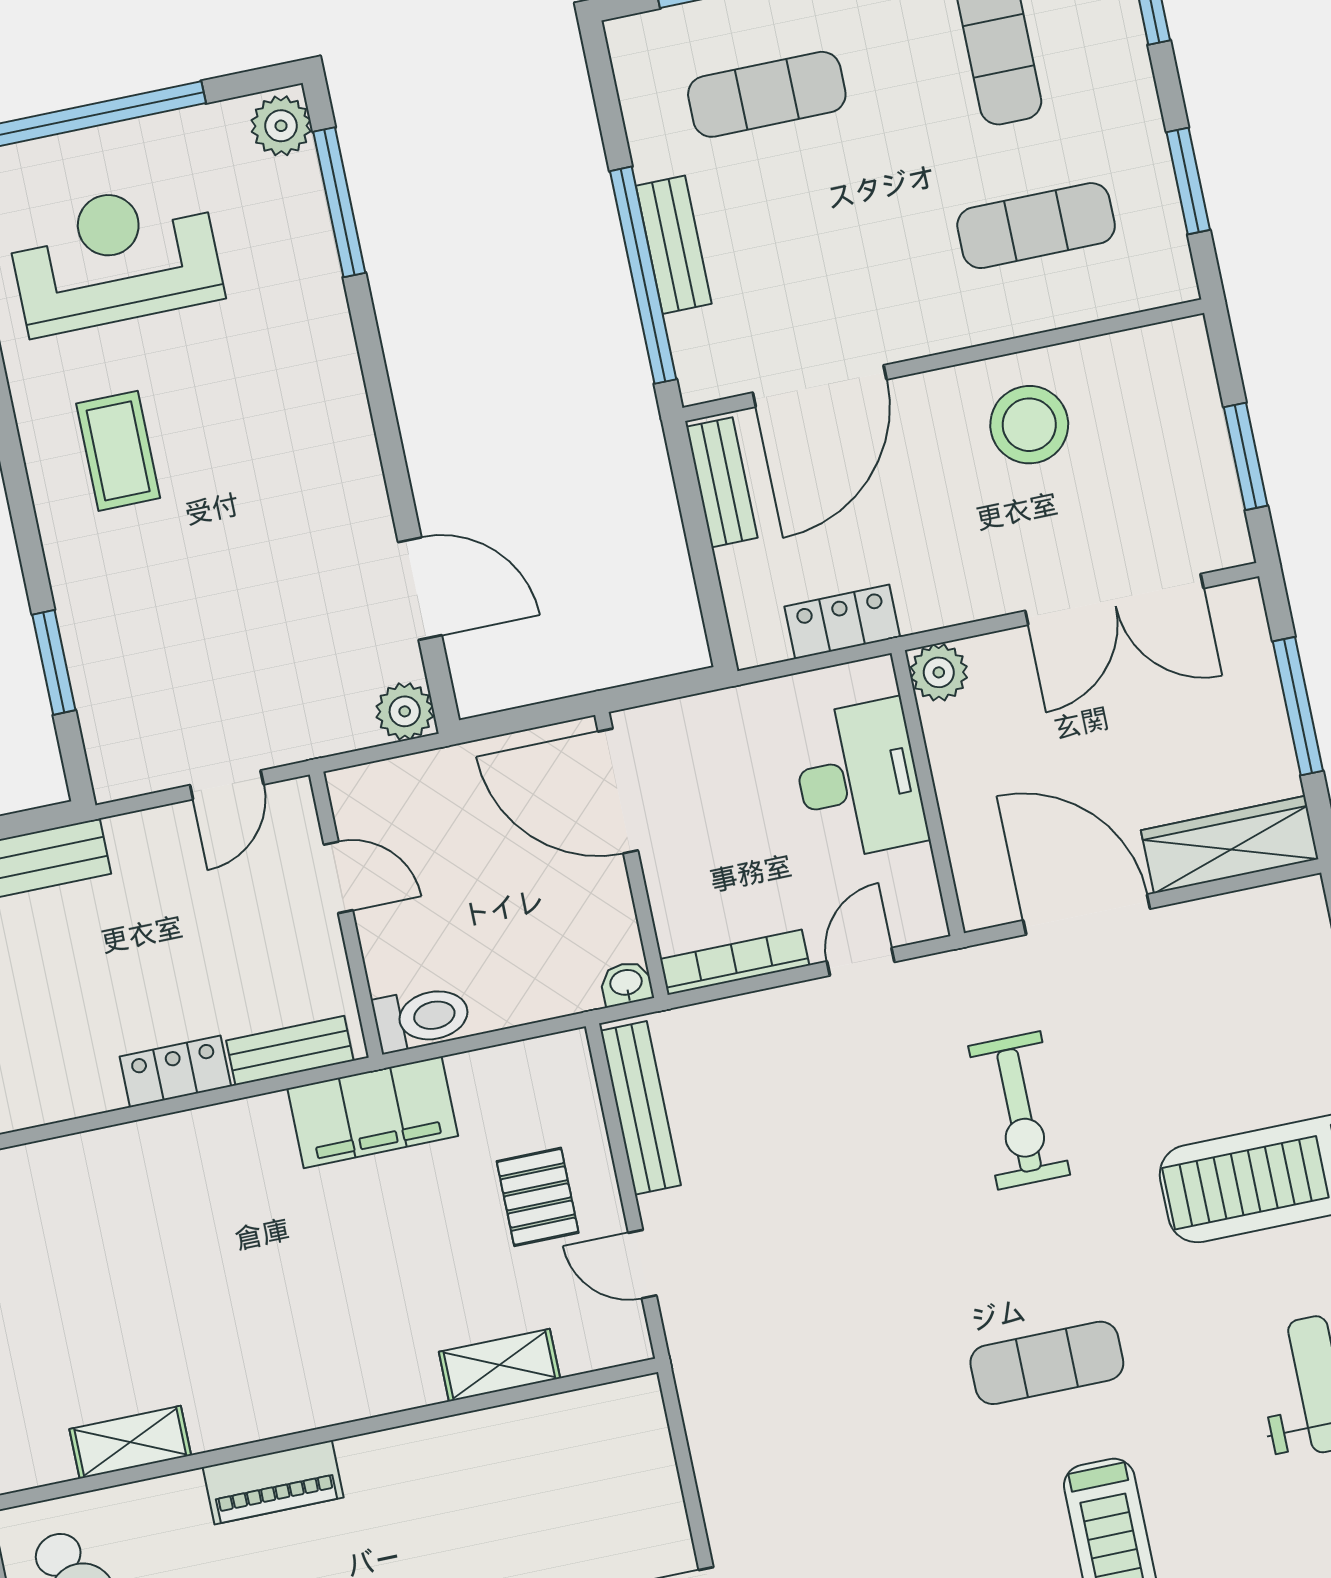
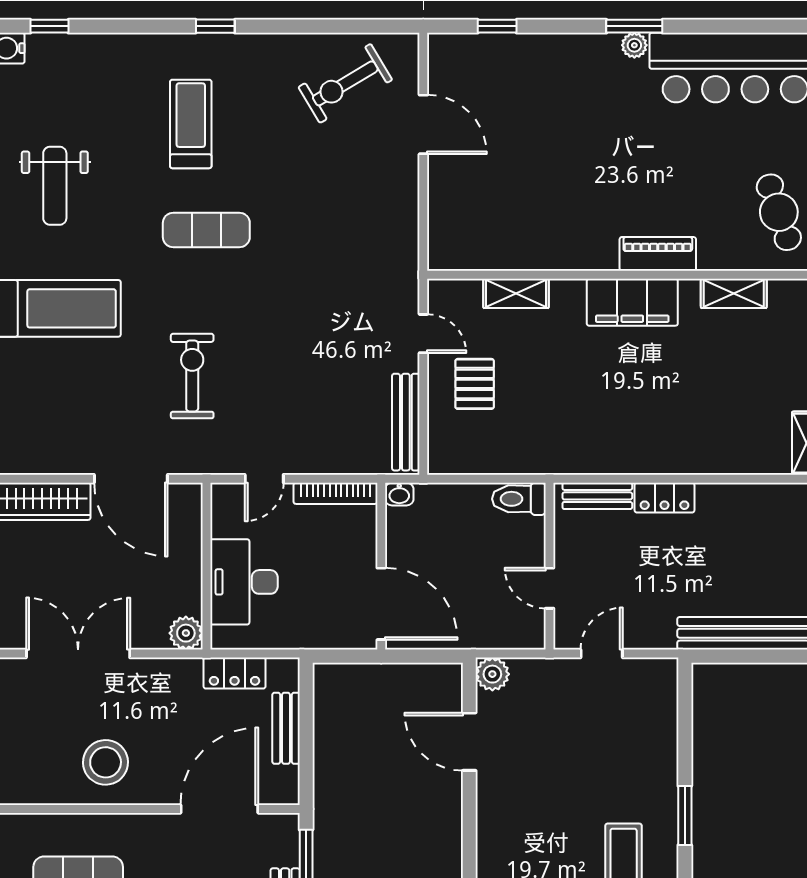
bench: (722, 482) -> (286, 728), moved
window: (54, 662) -> (685, 815), moved
filing cabinet: (373, 1112) -> (632, 302), moved, turned 180

